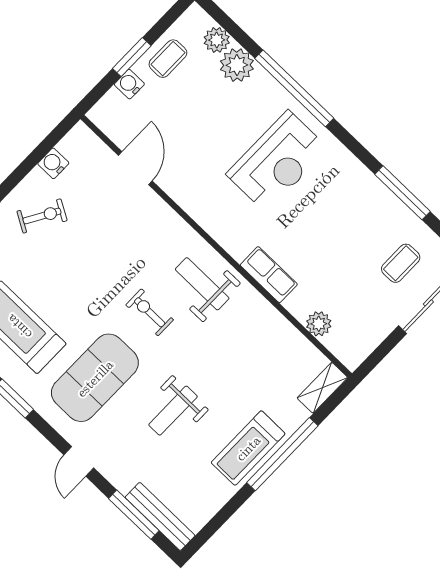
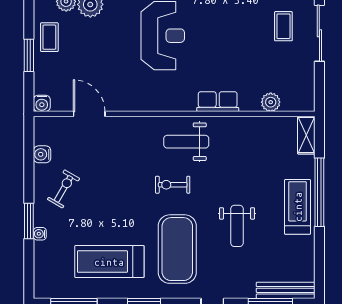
water cooler: (129, 84) -> (42, 103), moved, turned -90
treadmill: (248, 448) -> (298, 207), turned 180

